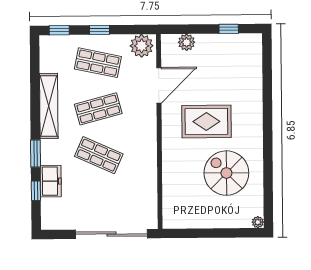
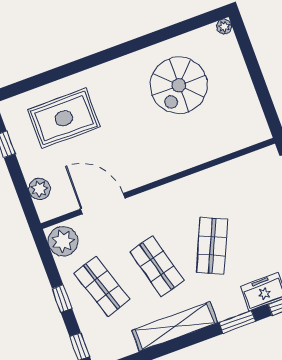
shop shelf: (98, 63) -> (102, 286), turned -30
rug: (206, 121) -> (64, 118), moved, turned 90

